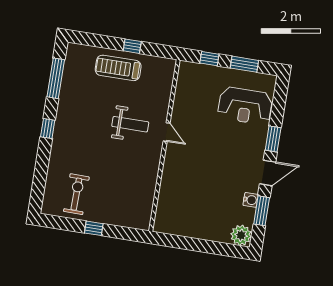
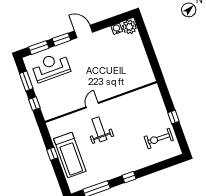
treadmill: (118, 68) -> (70, 155), width x1.37, depth x1.38
reception desk: (245, 106) -> (51, 67), turned -90
water cooler: (251, 200) -> (117, 29), moved
window: (262, 211) -> (39, 48), moved

